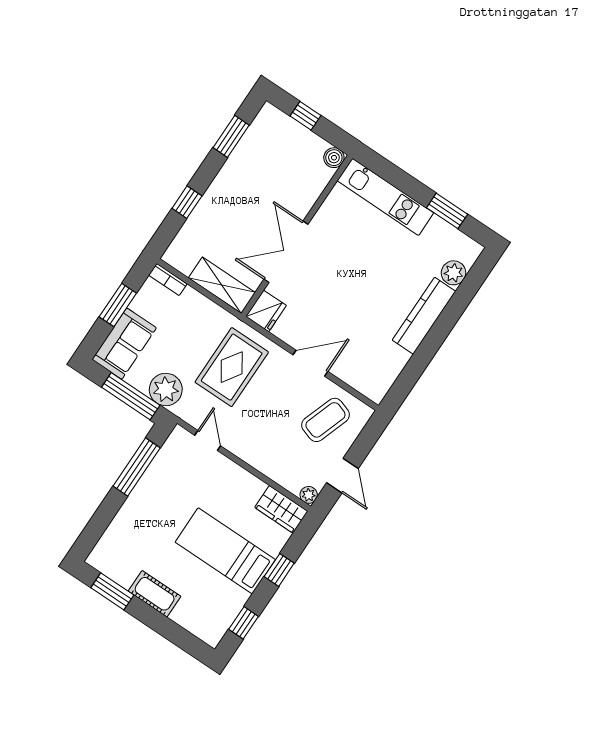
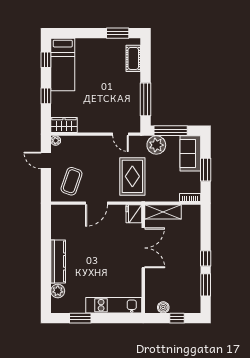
boiler: (334, 158) -> (163, 307), moved
window: (187, 202) -> (206, 258), moved
bed: (225, 551) -> (63, 64), moved, turned 90
cot: (155, 594) -> (133, 58), moved, turned 90

